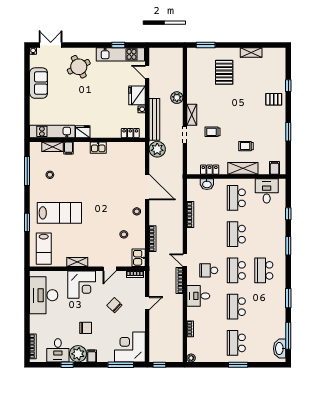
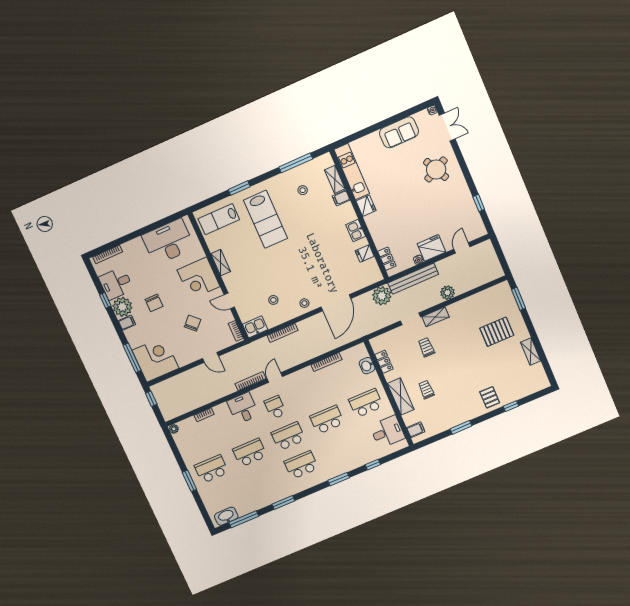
kitchen unit: (120, 54) -> (469, 210), removed
fridge: (119, 148) -> (365, 253), added

